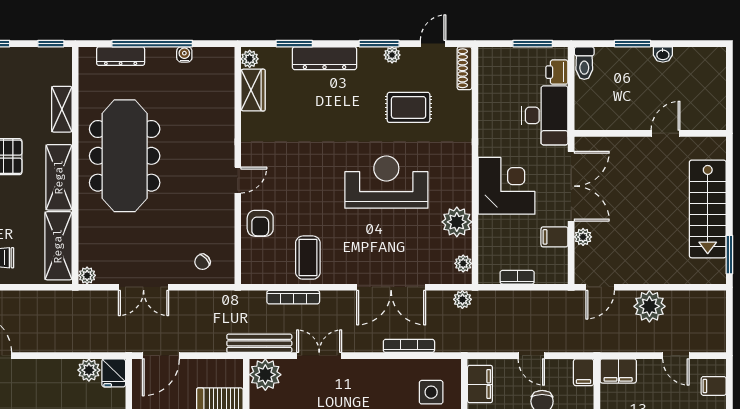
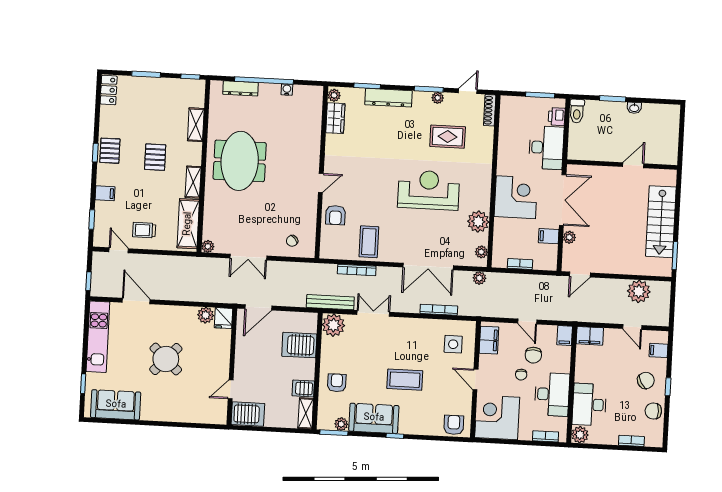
meeting table: (125, 156) -> (240, 161), width x0.73
shelving: (59, 177) -> (193, 182), width x0.67, depth x0.75
plant: (649, 306) -> (639, 291), moved

